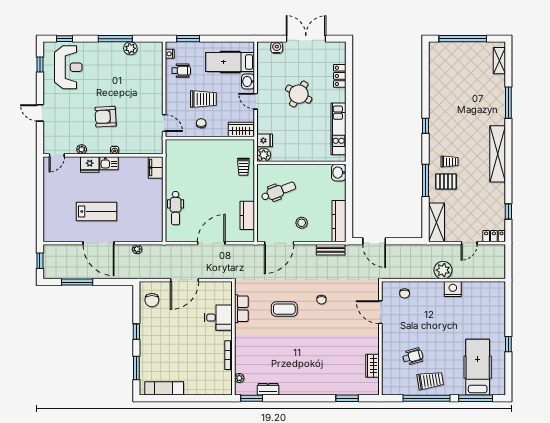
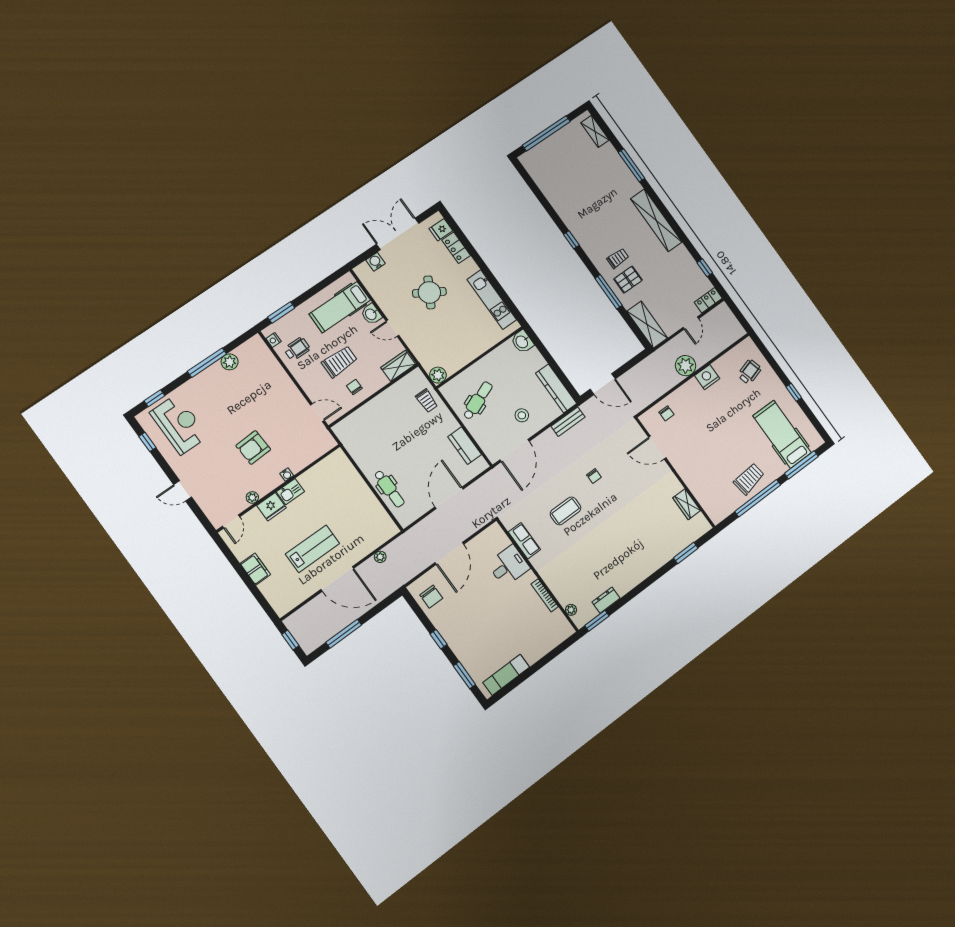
fridge: (265, 140) -> (441, 230), moved, turned 180
filing cabinet: (156, 167) -> (255, 569), moved, turned 180
wheelchair: (413, 357) -> (749, 372), moved

